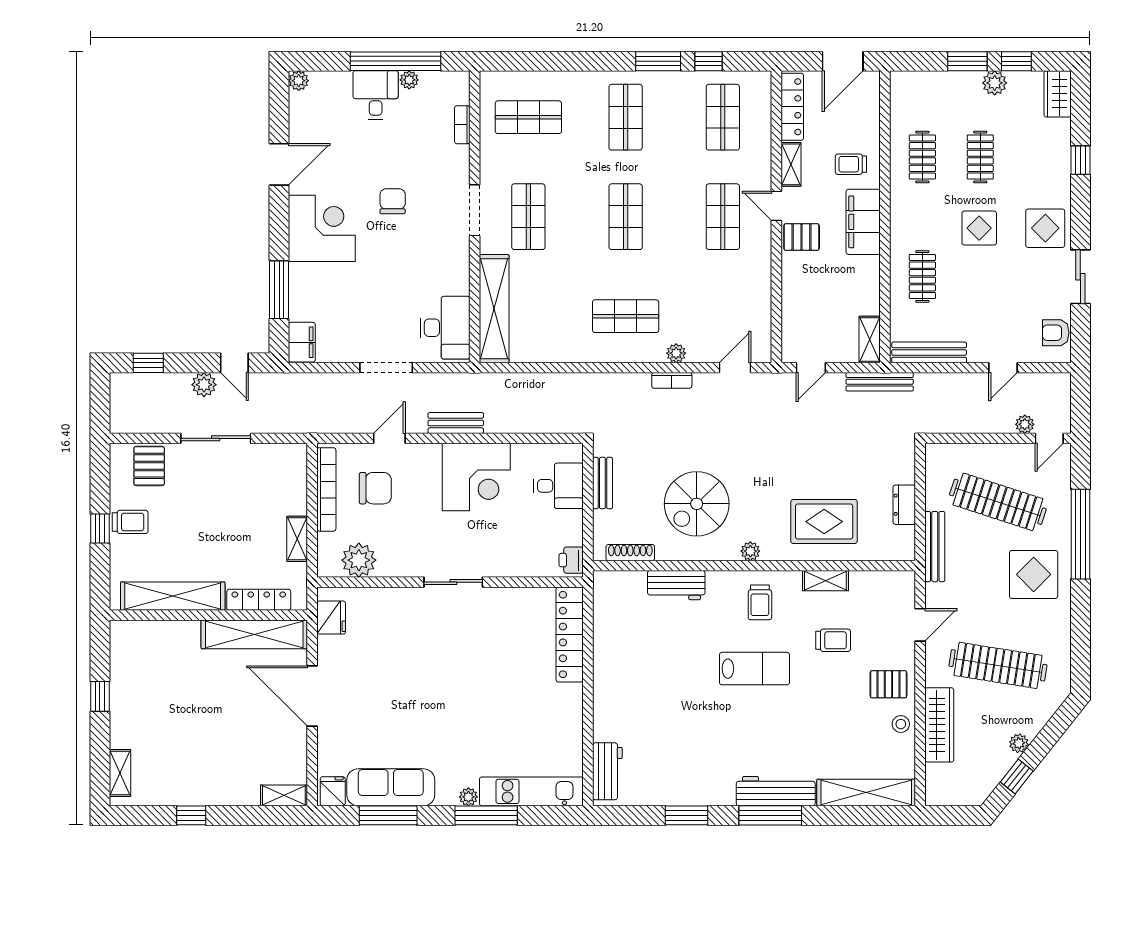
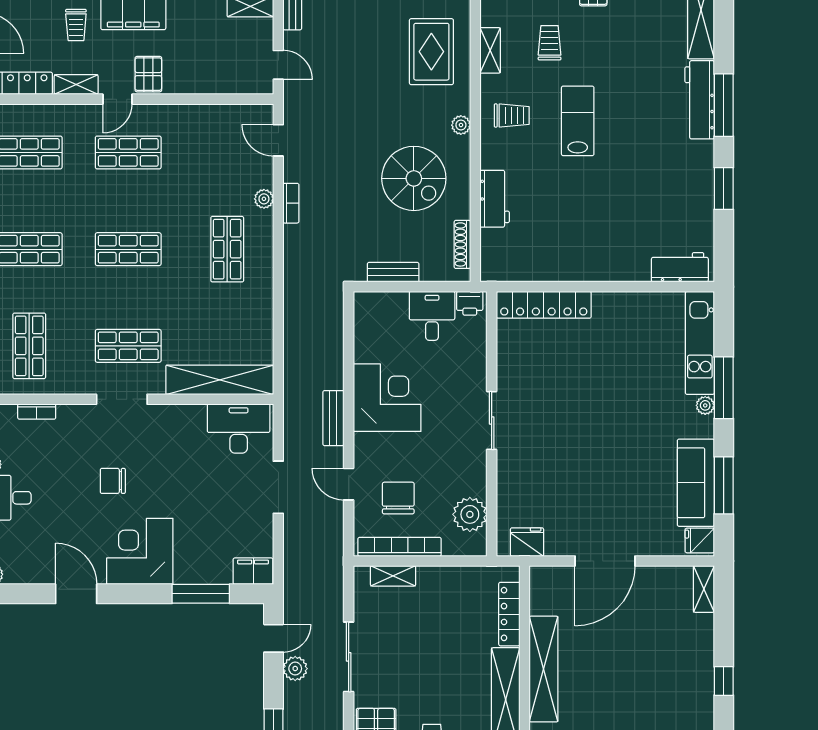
desk: (558, 486) -> (432, 316), moved
shelving: (297, 539) -> (393, 576), moved
shelving: (254, 634) -> (544, 669), moved

